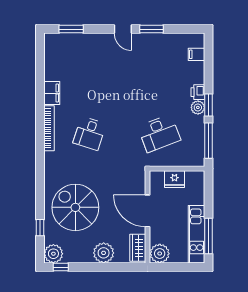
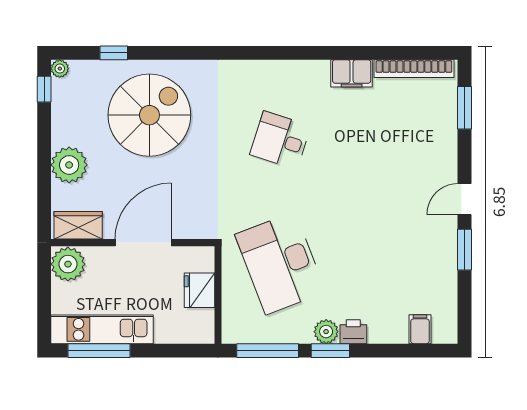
bookcase: (49, 128) -> (414, 69), moved
desk: (159, 133) -> (280, 263), width x1.36, depth x1.30
plant: (53, 254) -> (60, 69), width x0.53, depth x0.53

